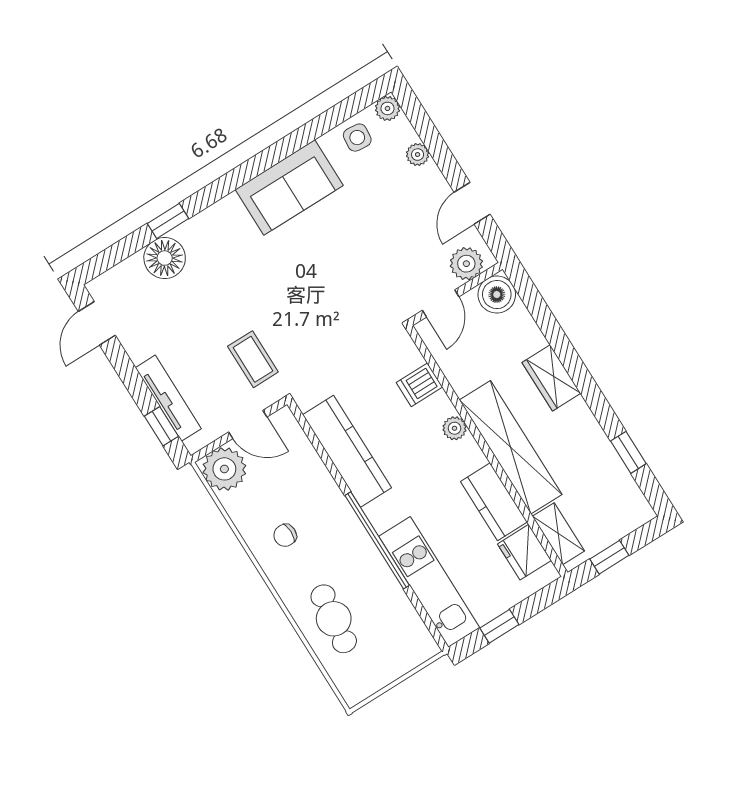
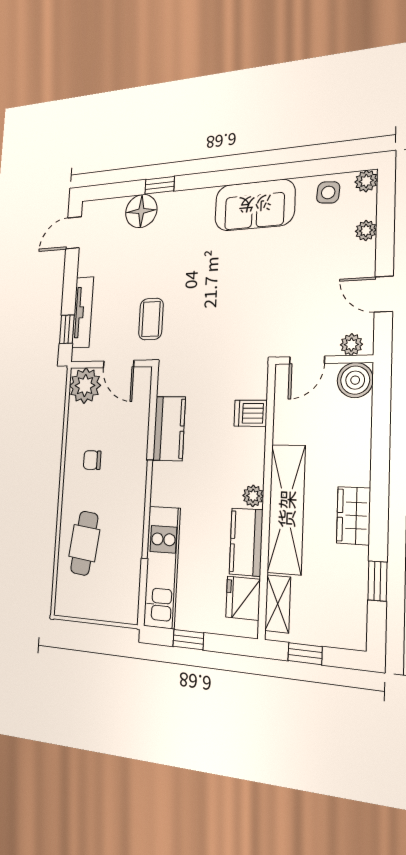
door: (472, 203) -> (384, 294), hinge flipped
plant: (466, 264) -> (351, 345), width x0.73, depth x0.73
wardrobe: (551, 378) -> (354, 516), moved
plant: (455, 428) -> (253, 496), moved
kitchen counter: (347, 451) -> (169, 428), width x0.67

